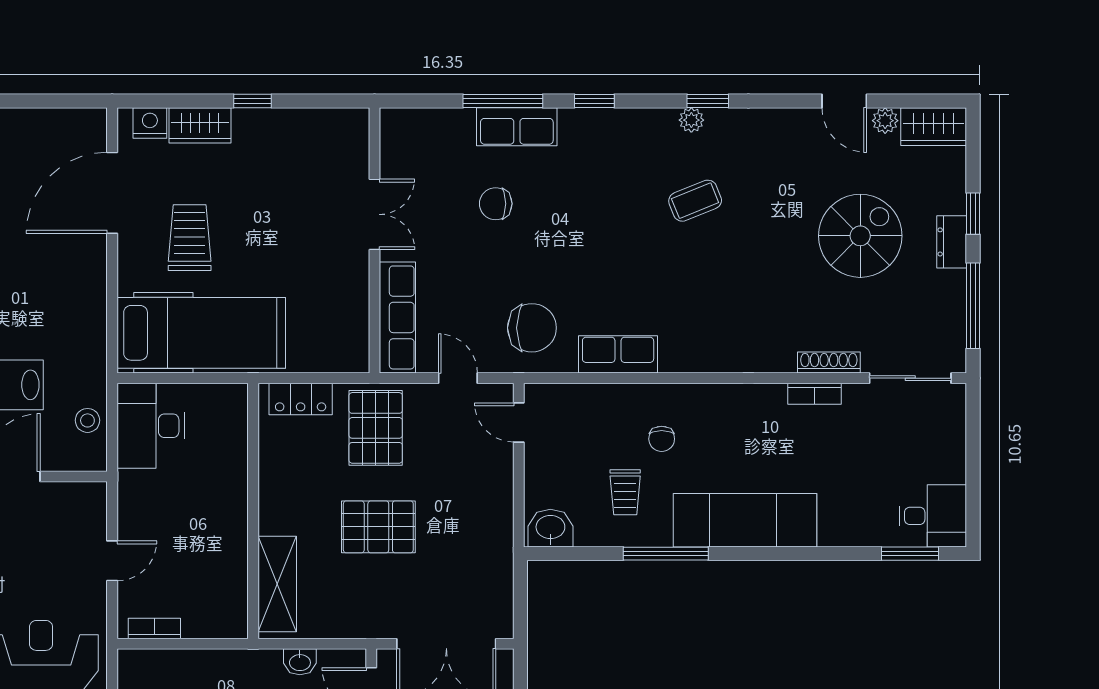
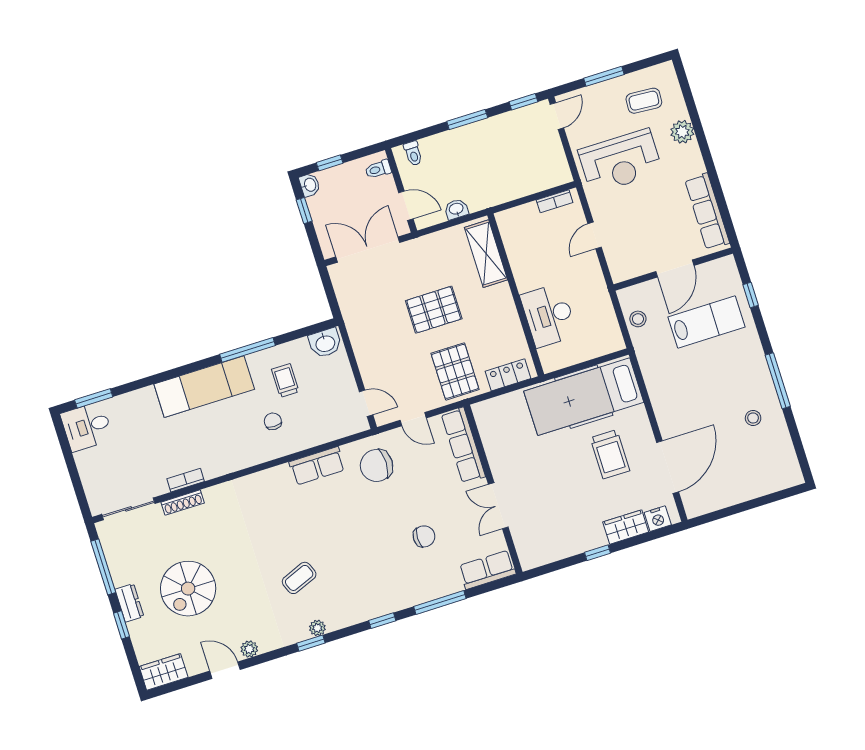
plant: (885, 121) -> (249, 649), moved
row of seats: (517, 127) -> (487, 570), moved
desk: (151, 426) -> (549, 315), moved, turned 180

